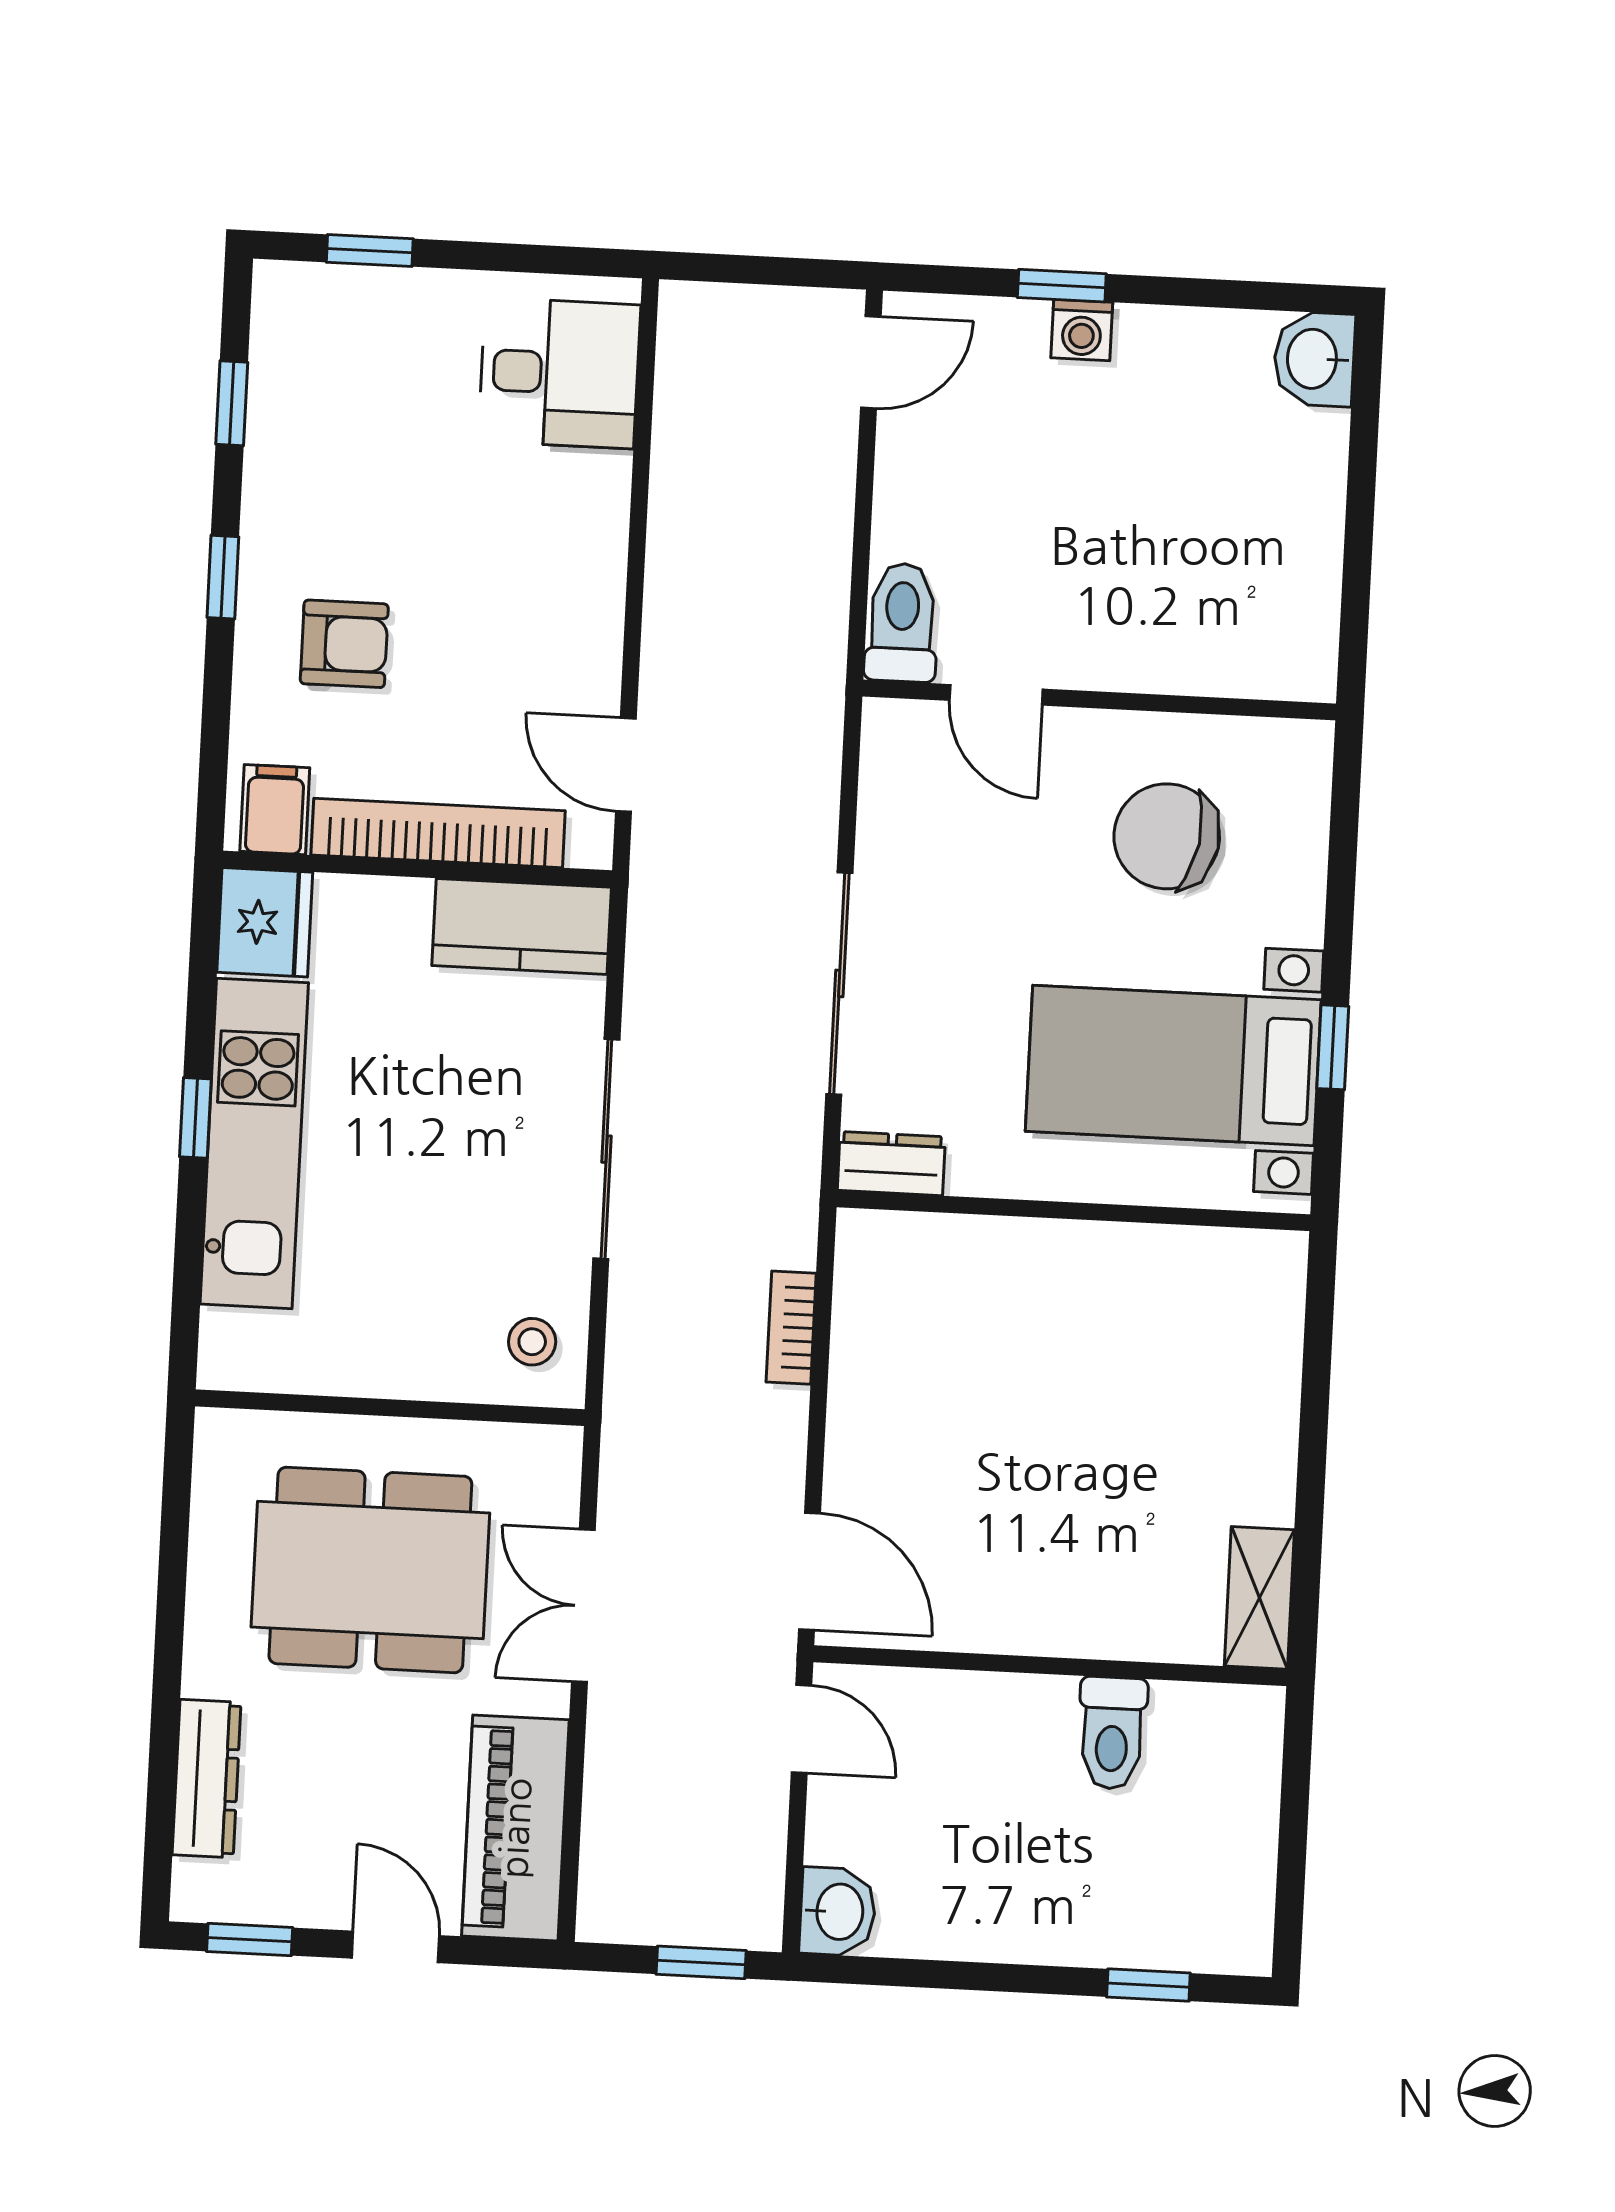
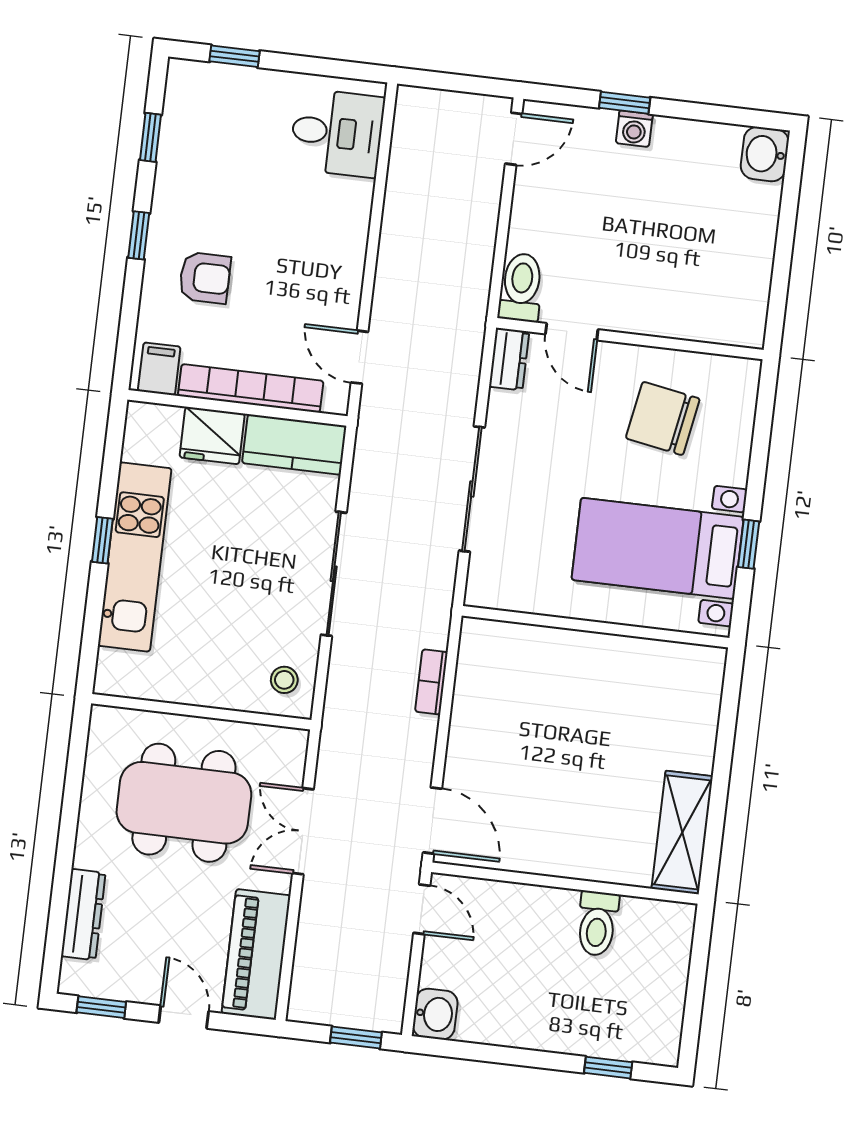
fridge: (265, 922) -> (212, 436), moved, turned 90
dresser: (891, 1164) -> (509, 359), moved, turned 90
shelving: (1259, 1598) -> (682, 832), width x1.50, depth x1.33

